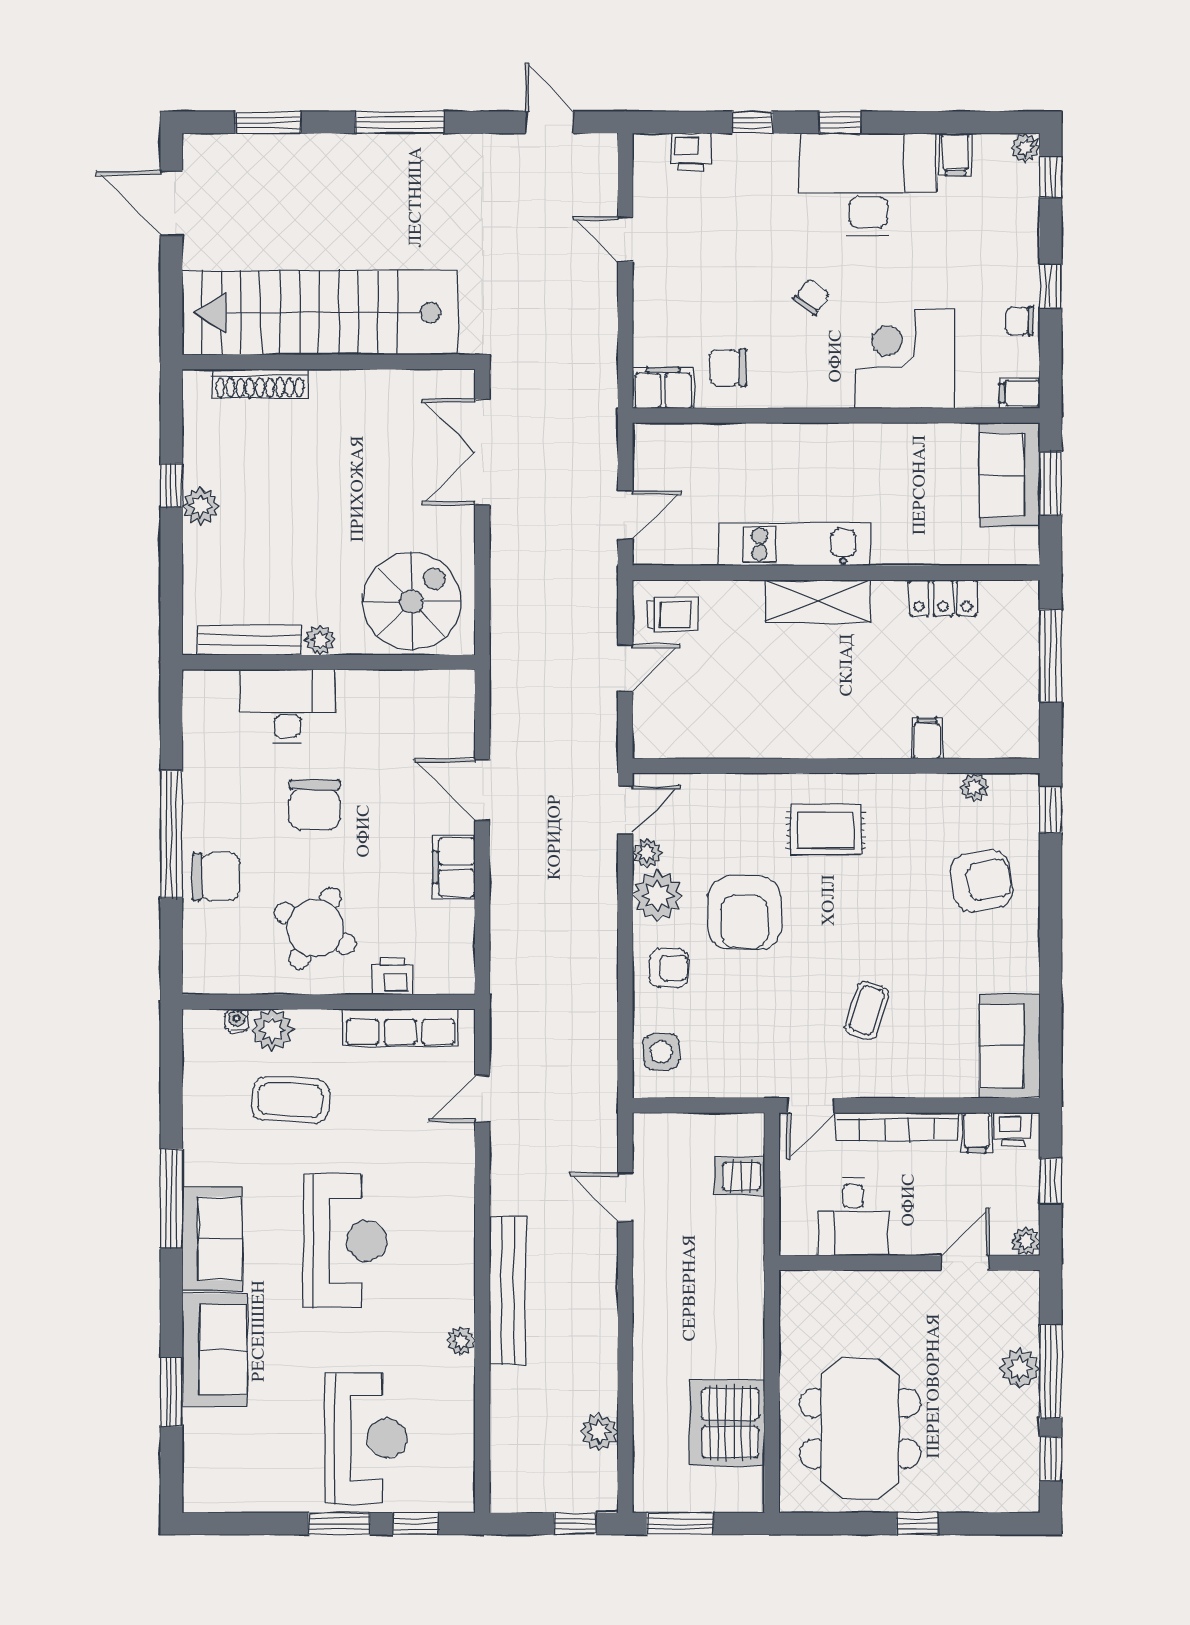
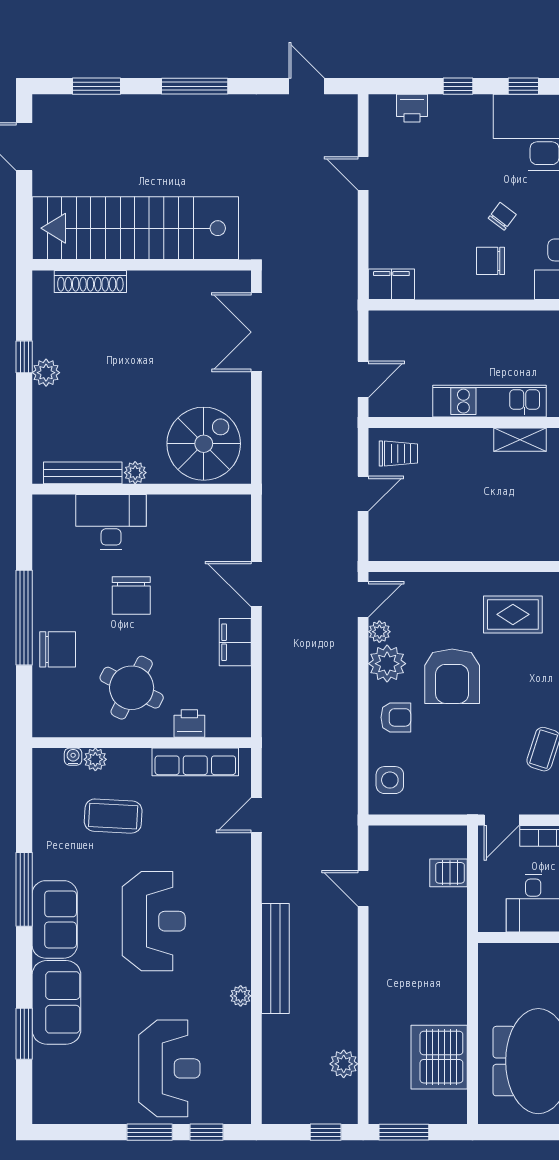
chair: (728, 368) -> (490, 261), moved
shelving: (818, 601) -> (520, 440), width x0.67, depth x0.75
plant: (272, 1030) -> (95, 759), width x0.73, depth x0.73

